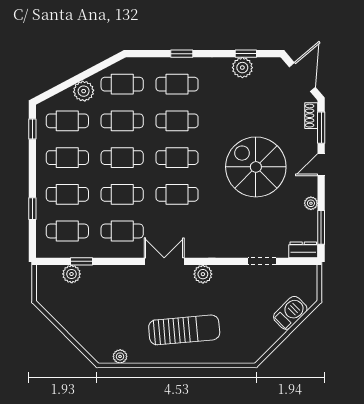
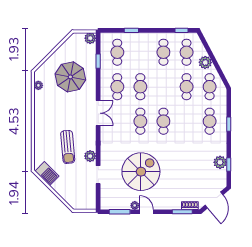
door: (302, 77) -> (214, 200), hinge flipped
cafe table: (177, 121) -> (187, 121), removed
cafe table: (122, 158) -> (163, 87), removed
door: (321, 165) -> (146, 212), moved
spiral stairs: (256, 167) -> (141, 172), moved
cafe table: (67, 194) -> (140, 52), removed
dresser: (303, 250) -> (105, 201), removed
plant: (72, 274) -> (90, 38), moved
plant: (203, 274) -> (90, 156), moved
parasol: (107, 306) -> (70, 77), added
barbecue: (290, 313) -> (47, 174), moved
sun lounger: (184, 330) -> (68, 147), moved, width x0.73, depth x0.75

